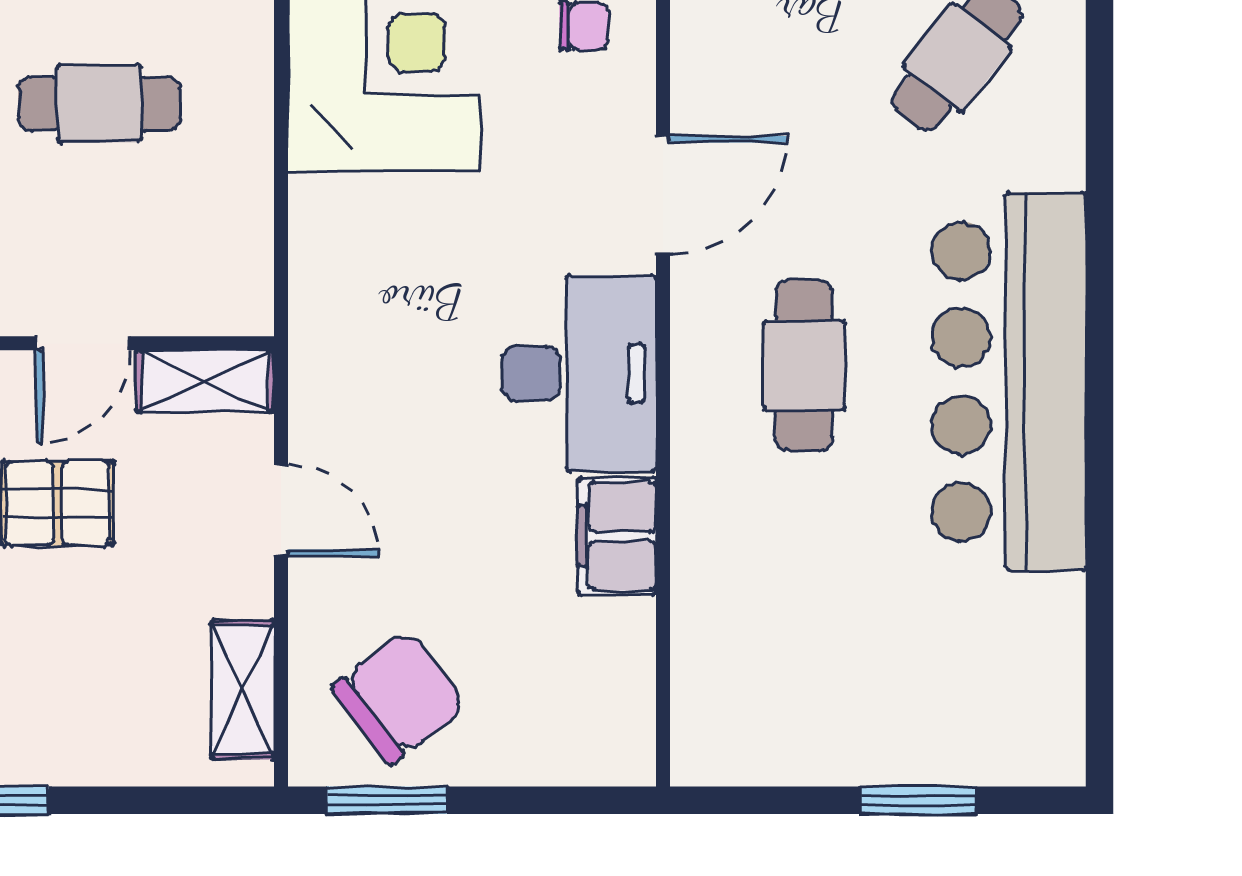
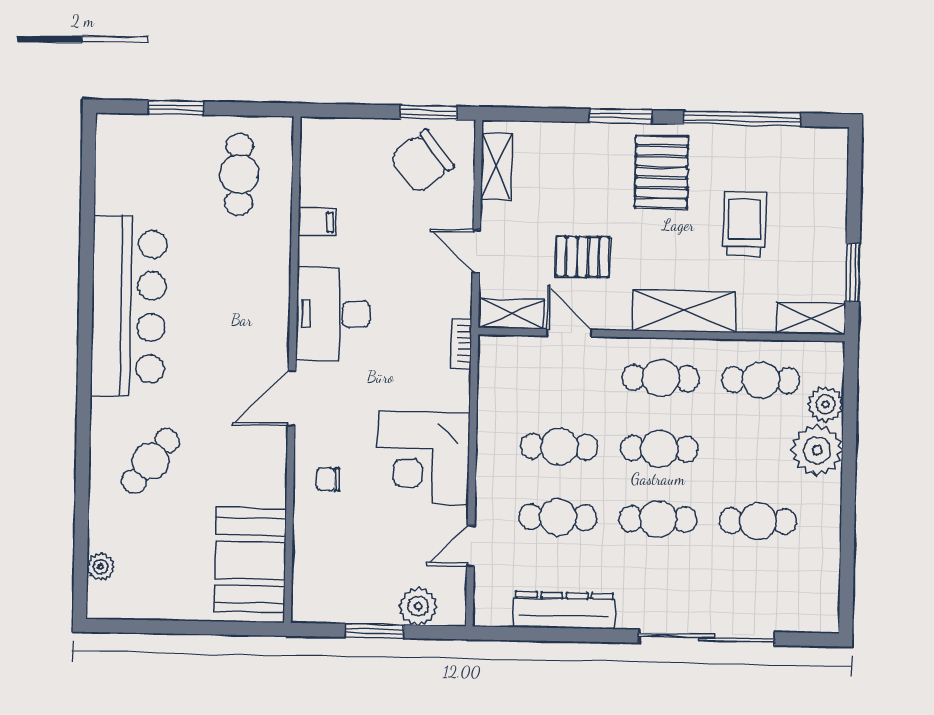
bookcase: (309, 316) -> (461, 344), added
door: (83, 343) -> (569, 333), hinge flipped
cafe table: (804, 365) -> (239, 174), moved
filing cabinet: (617, 536) -> (317, 222), width x0.50

